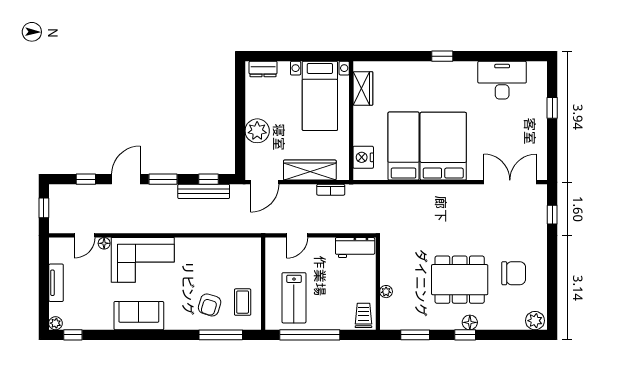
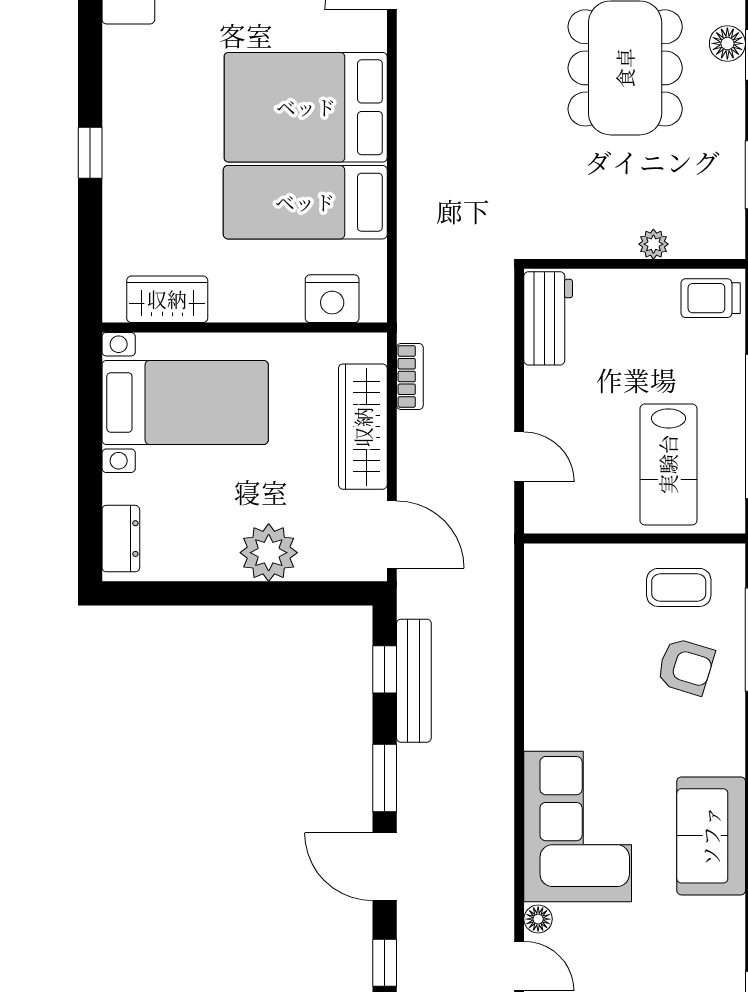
window: (442, 56) -> (90, 153), moved
lab bench: (294, 298) -> (668, 464), turned 90

